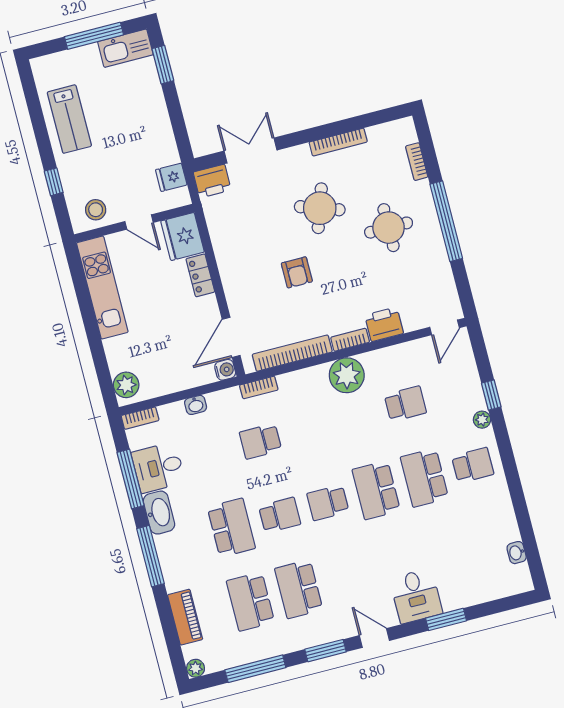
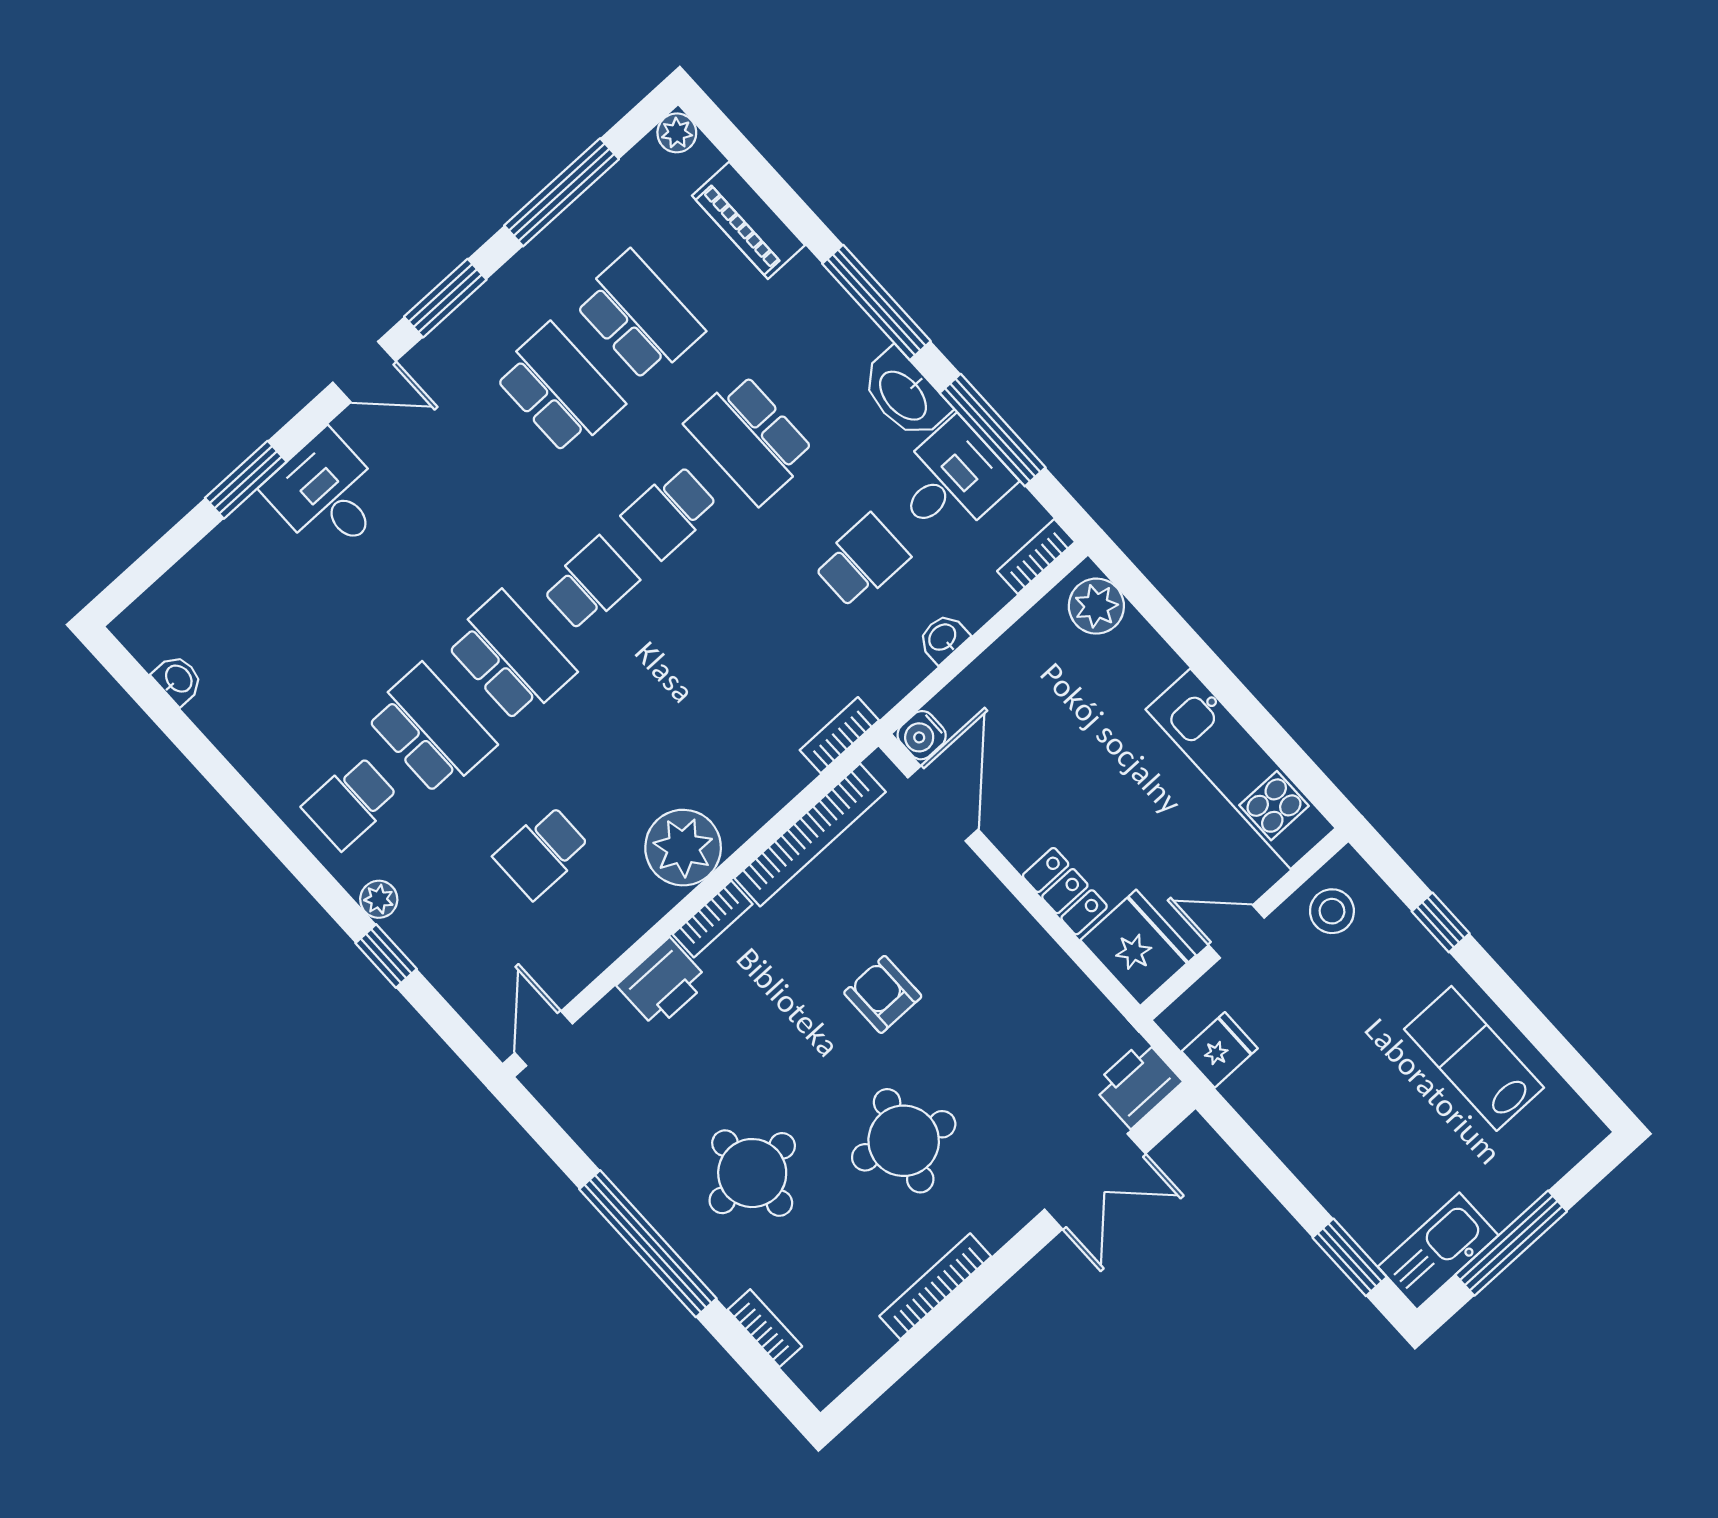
school desk: (260, 441) -> (862, 561), moved

